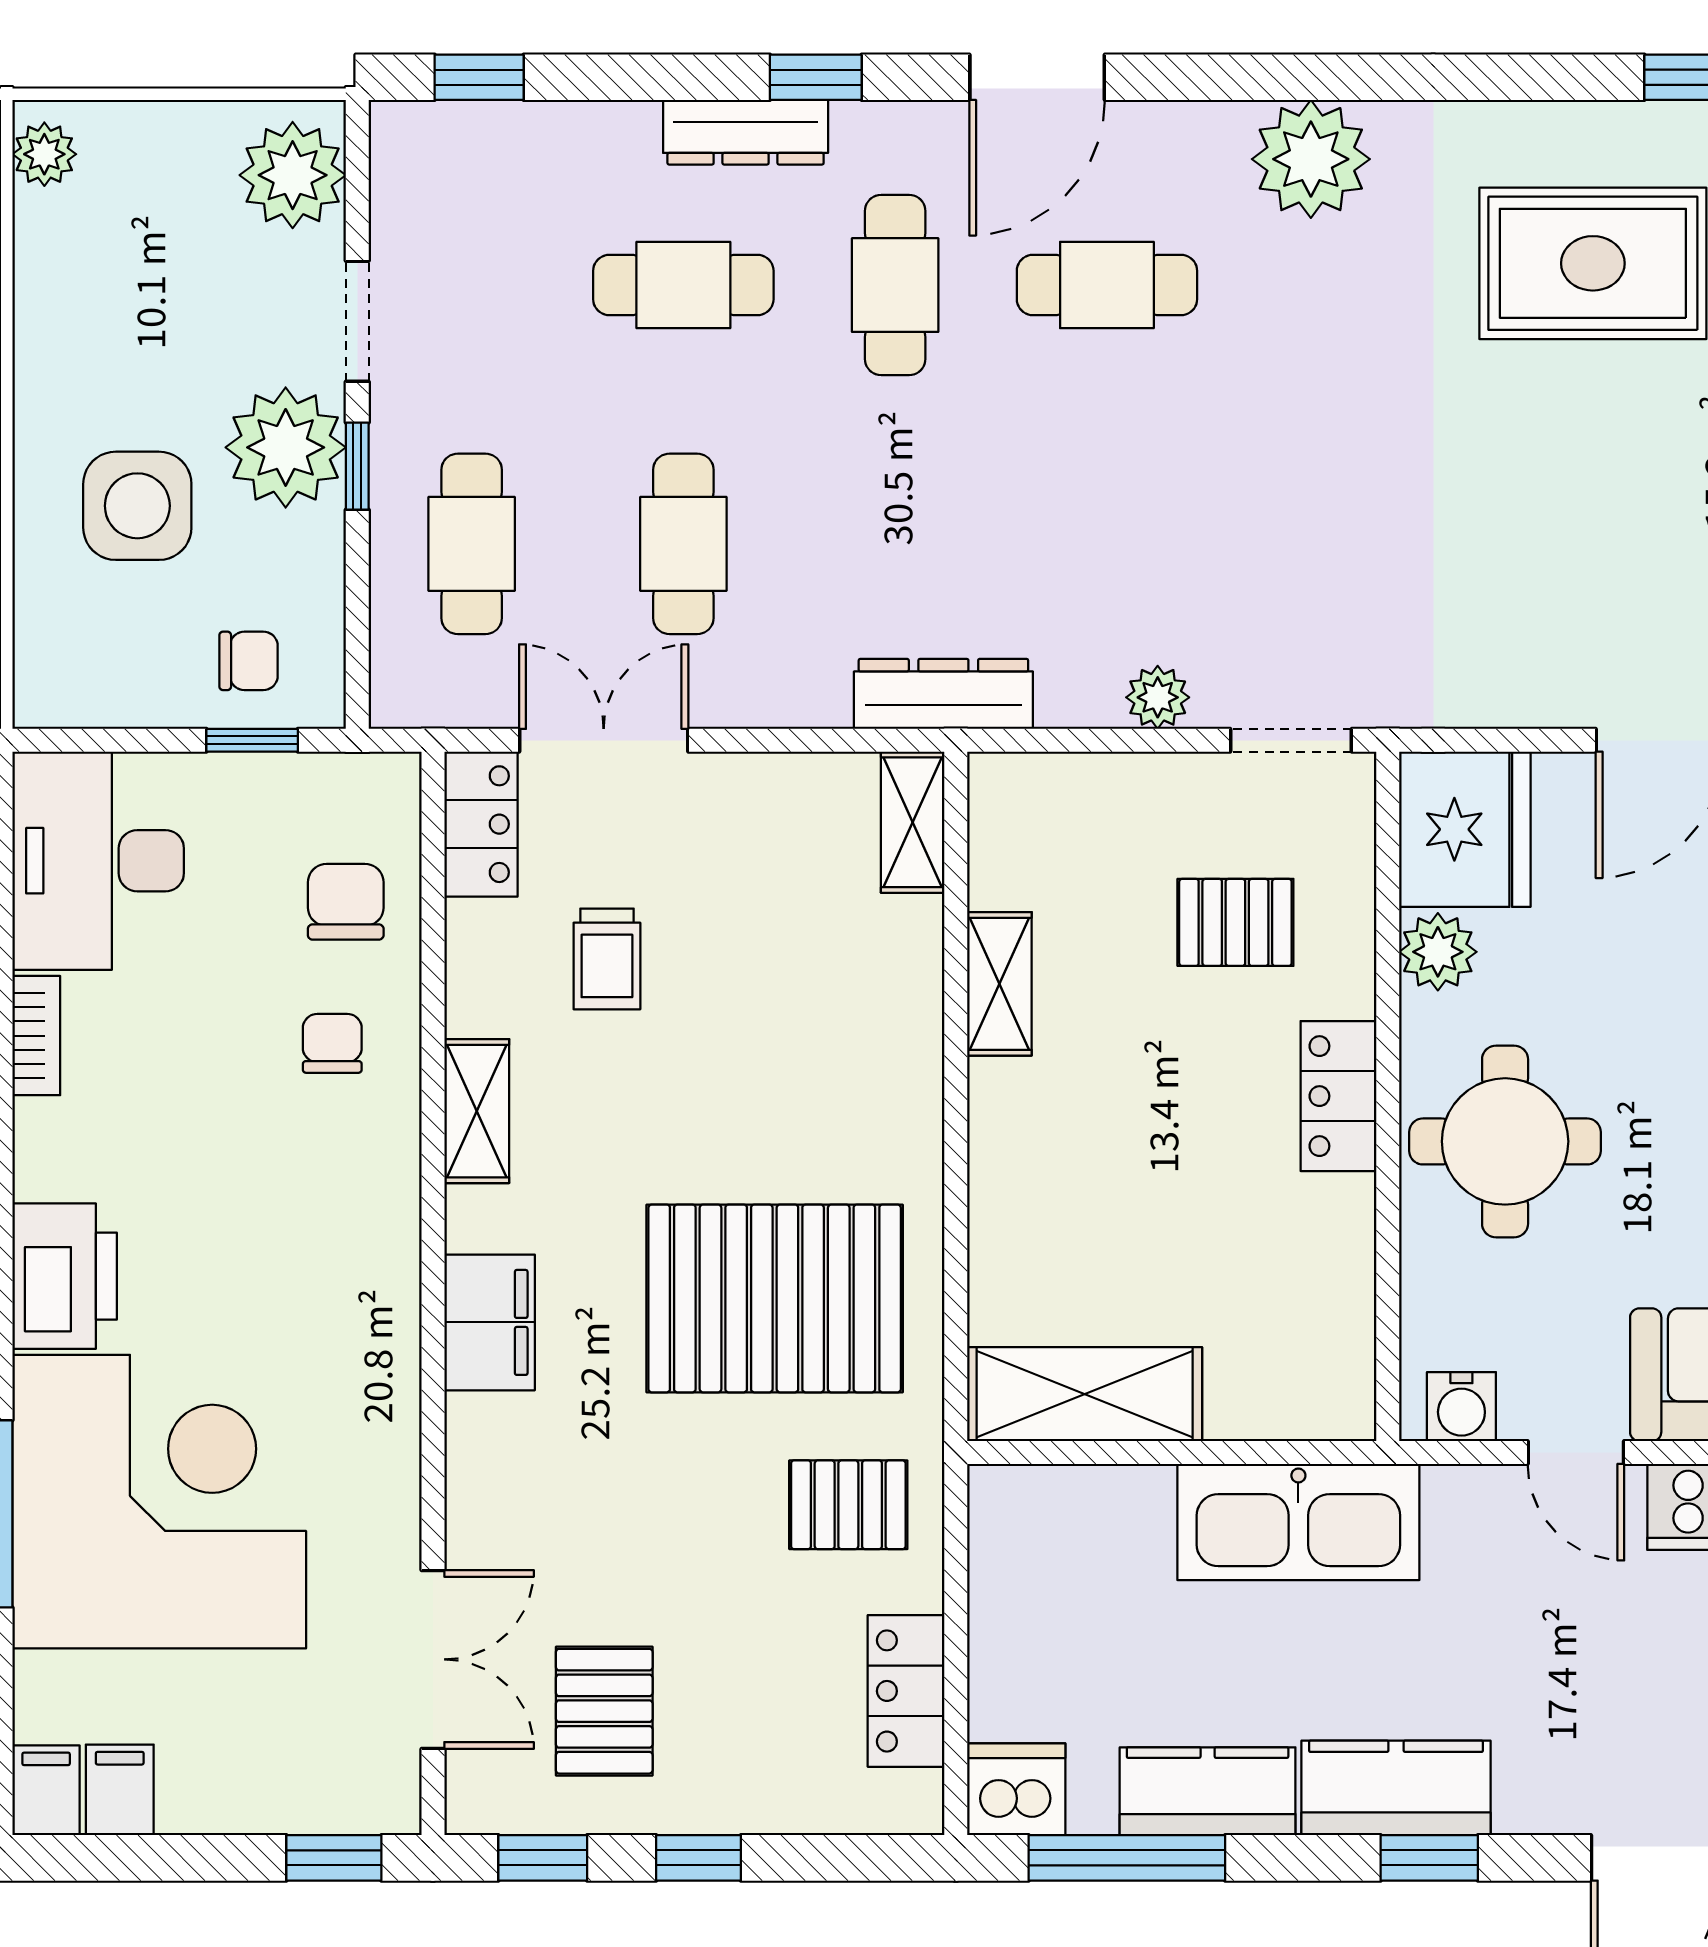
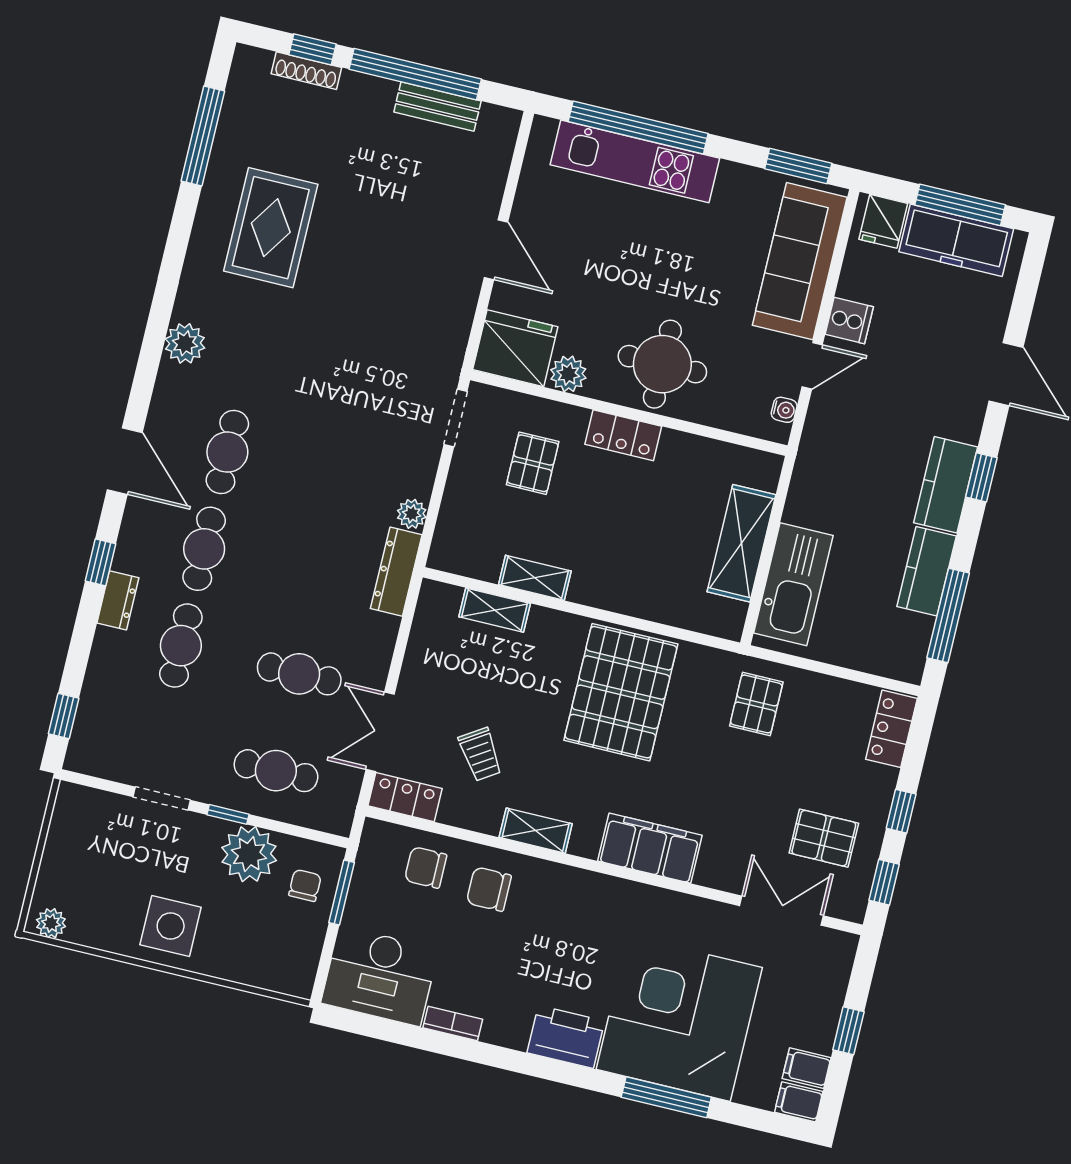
dresser: (746, 132) -> (118, 600), width x0.70
plant: (1311, 159) -> (185, 343), width x0.73, depth x0.73
plant: (293, 175) -> (88, 812), removed
cafe table: (895, 285) -> (204, 549), turned 90
plant: (286, 447) -> (249, 854), moved
side table: (137, 506) -> (171, 926), moved
plant: (1158, 697) -> (412, 514), moved
window: (252, 740) -> (342, 892), width x1.50
shelving: (913, 822) -> (495, 610), moved
trolley: (607, 959) -> (480, 754), turned 57
chair: (332, 1043) -> (489, 889), width x1.37, depth x1.37
pallet: (775, 1298) -> (621, 692), moved
filing cabinet: (490, 1322) -> (650, 848), width x1.50, depth x1.17
shelving: (1085, 1394) -> (741, 543), moved
water cooler: (1461, 1407) -> (784, 410), width x0.72, depth x0.72
kitchen sink: (1298, 1522) -> (793, 584), moved
locker: (906, 1691) -> (891, 729), moved, turned 90
dishwasher: (1016, 1789) -> (905, 658), removed
window: (334, 1858) -> (848, 1031), moved

